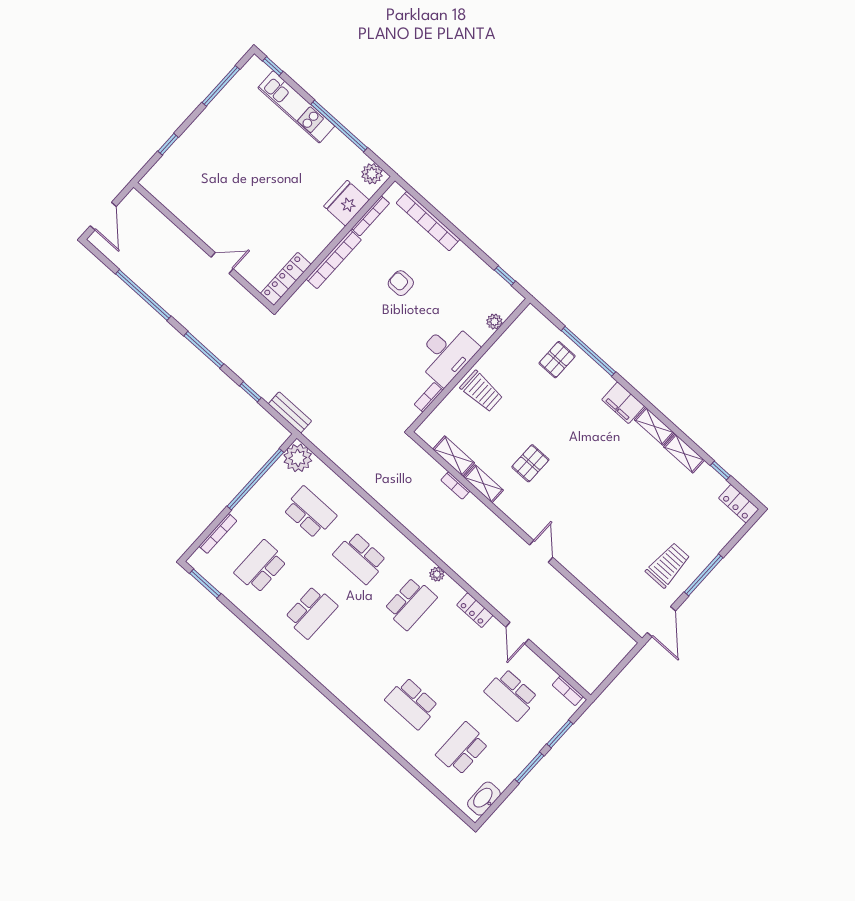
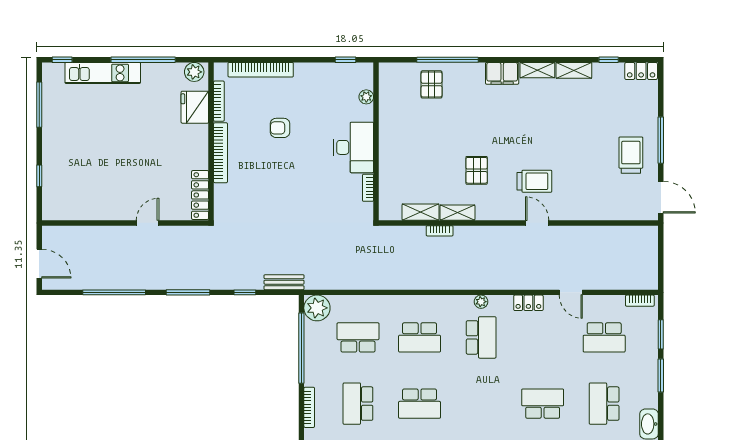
trolley: (482, 391) -> (534, 181), moved
school desk: (311, 612) -> (420, 404), turned 90
school desk: (412, 703) -> (543, 404), turned 180

